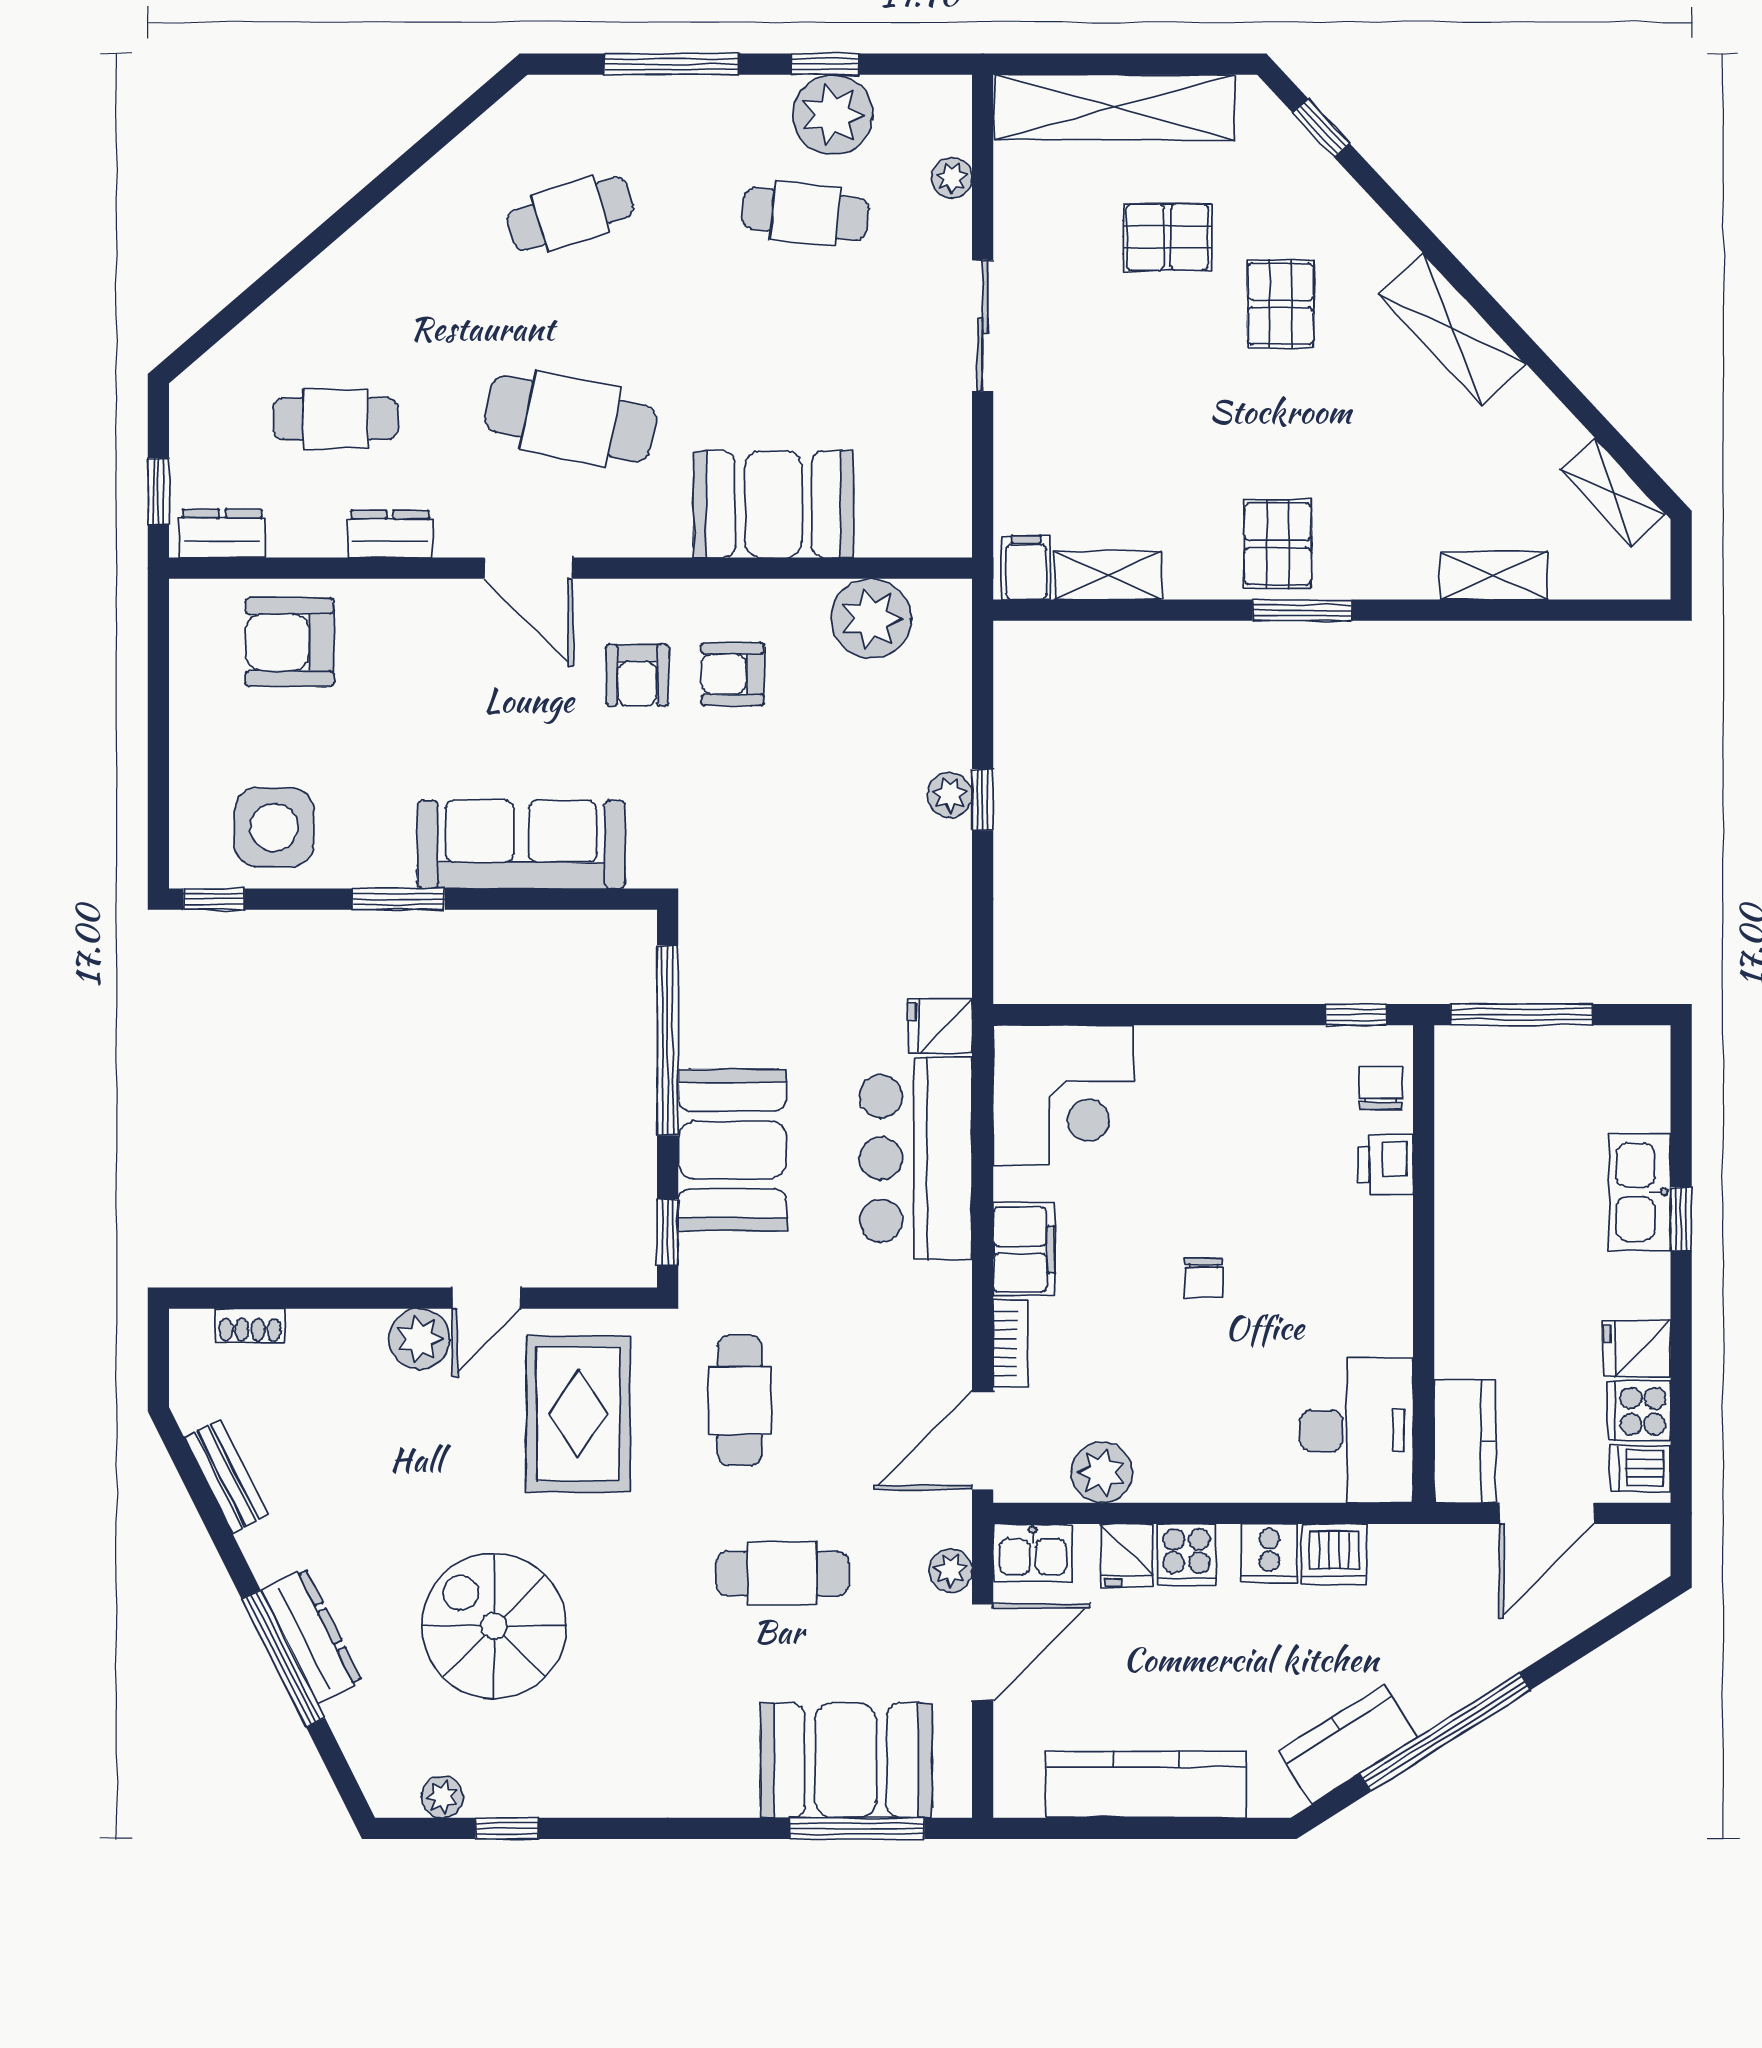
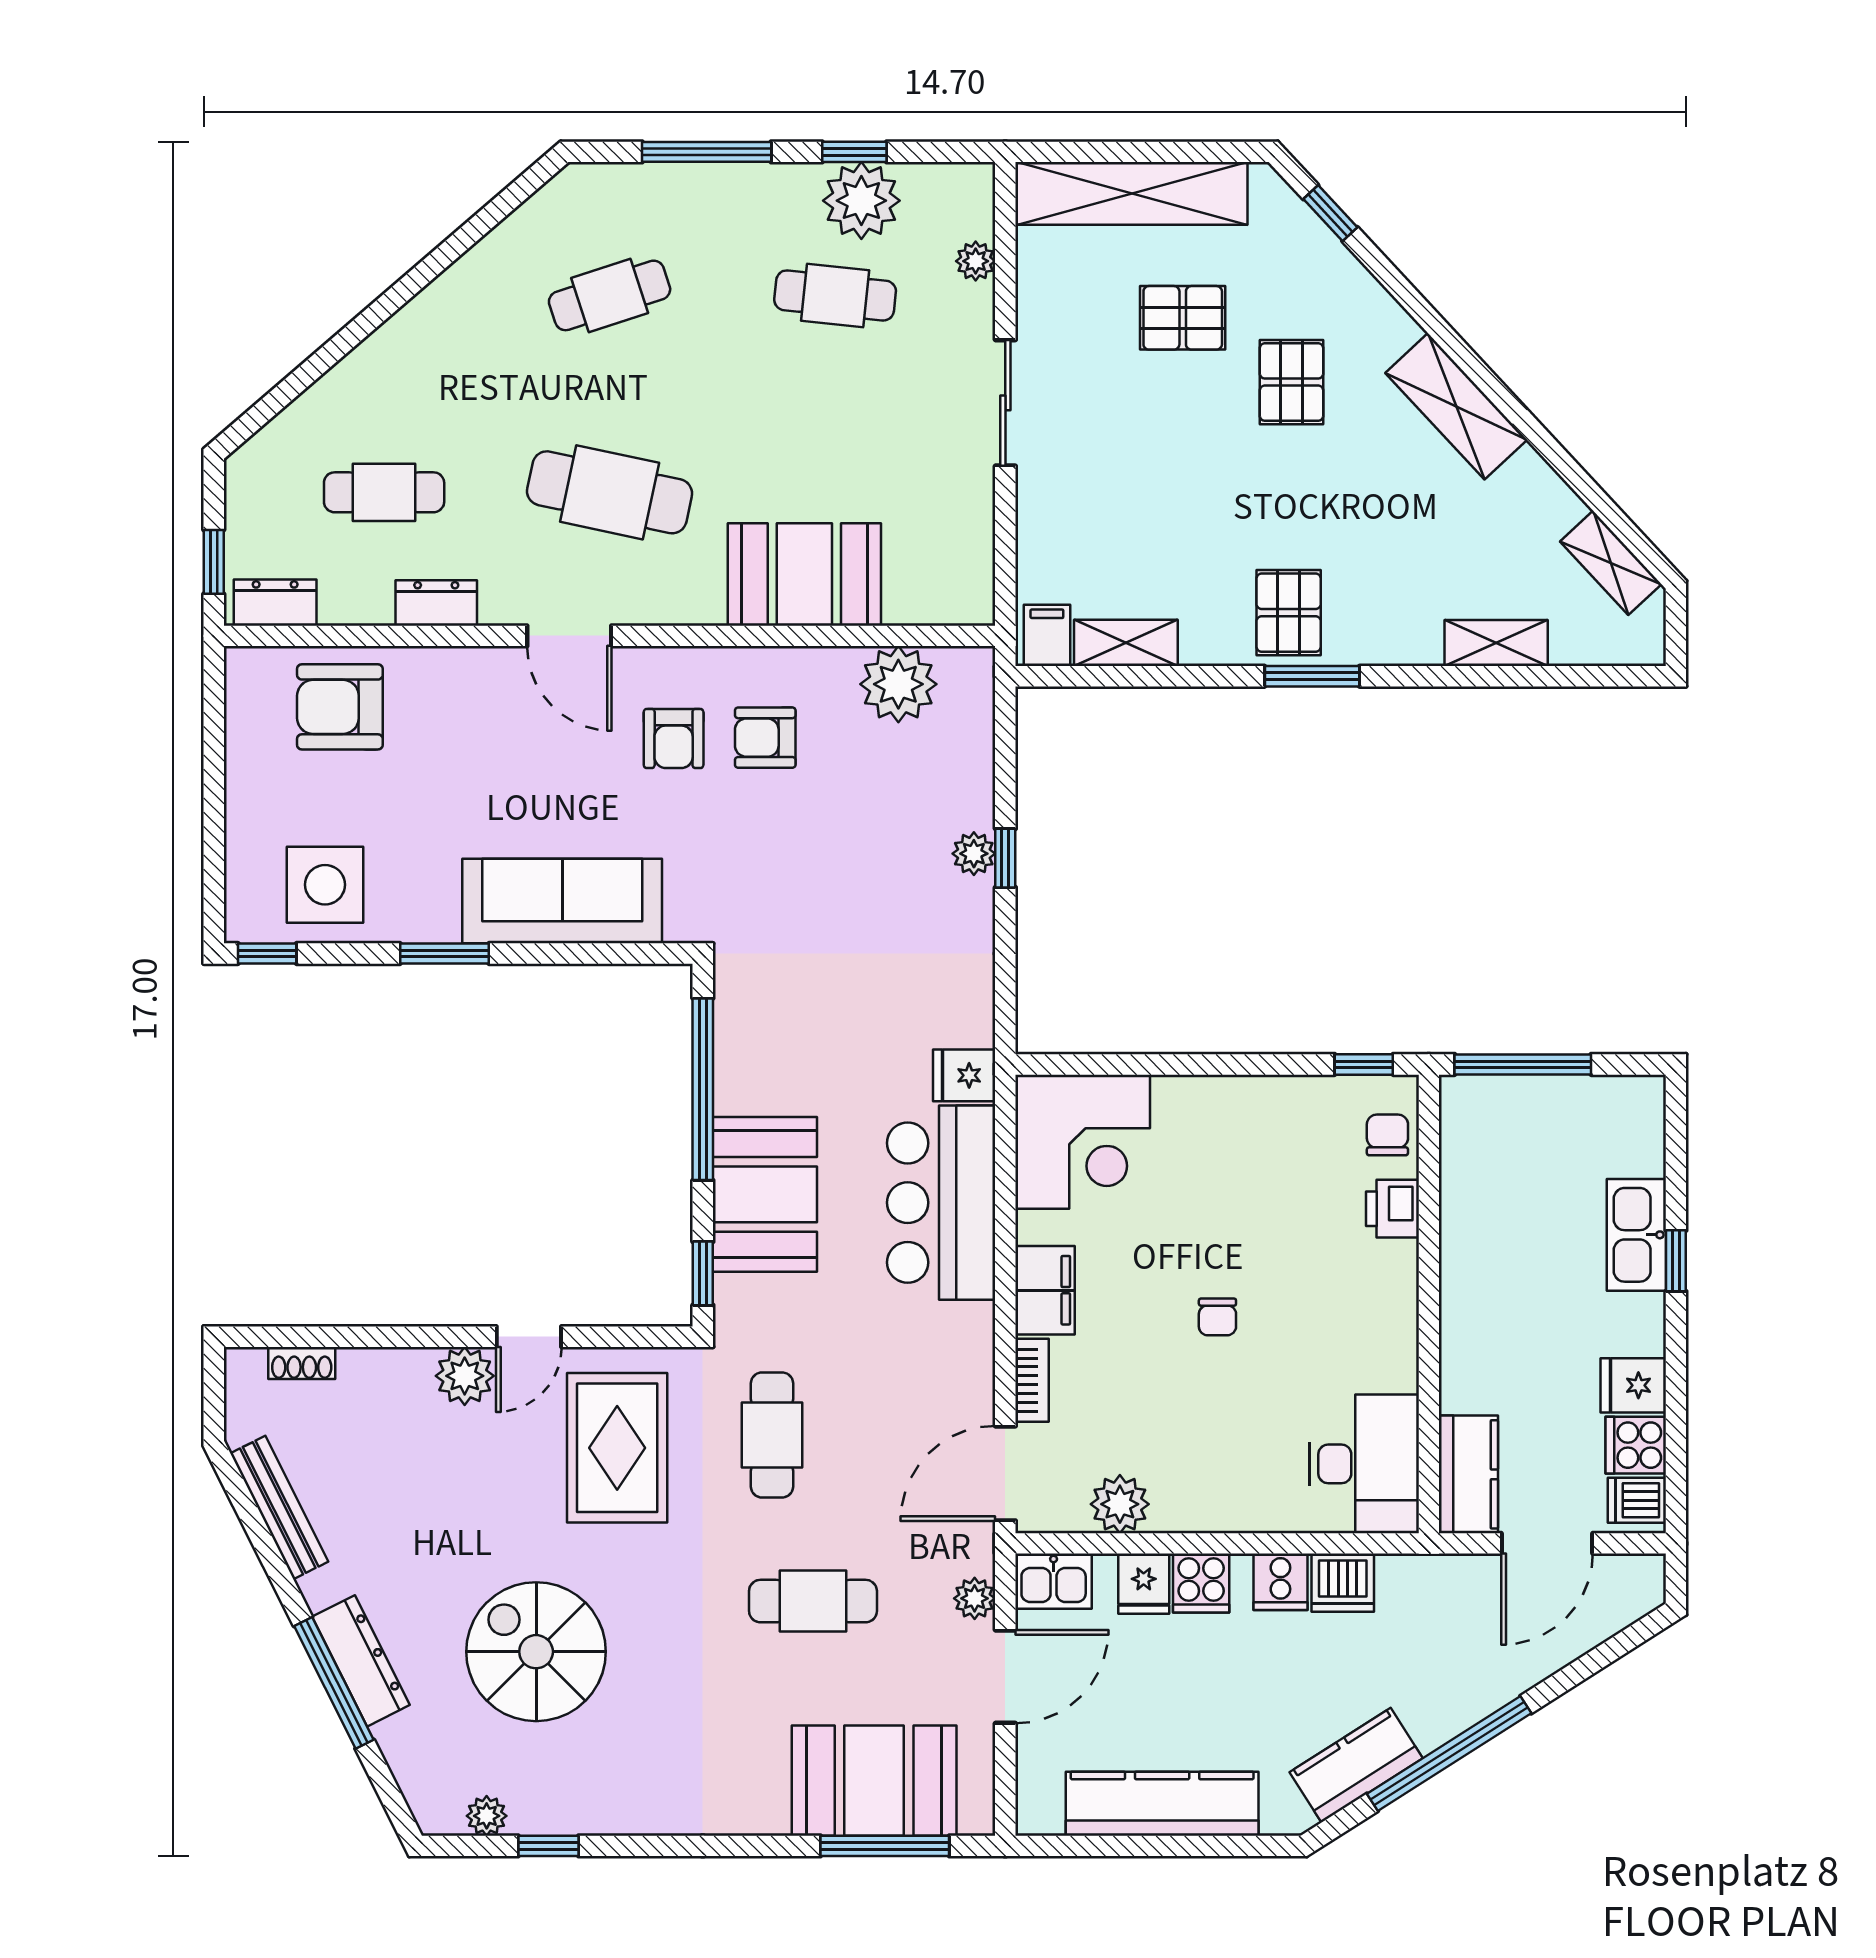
bench: (227, 1476) -> (279, 1507), width x1.36

